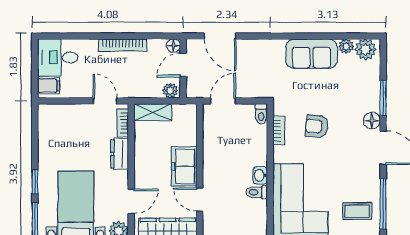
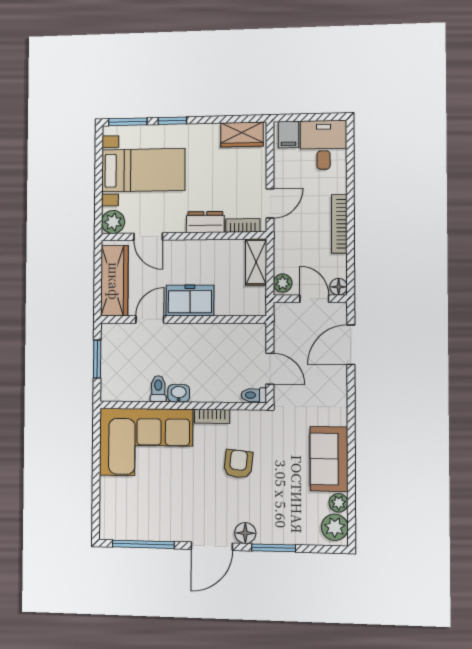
door: (223, 101) -> (270, 369), moved
wardrobe: (48, 124) -> (242, 134), added
bookcase: (279, 130) -> (212, 416), moved
coffee table: (357, 211) -> (135, 512), removed

